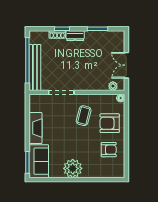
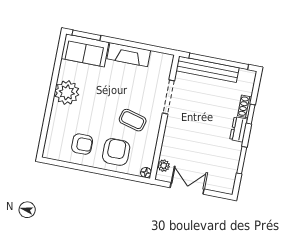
armchair: (109, 150) -> (82, 144), turned -90

